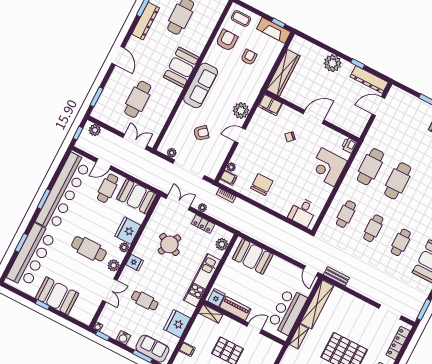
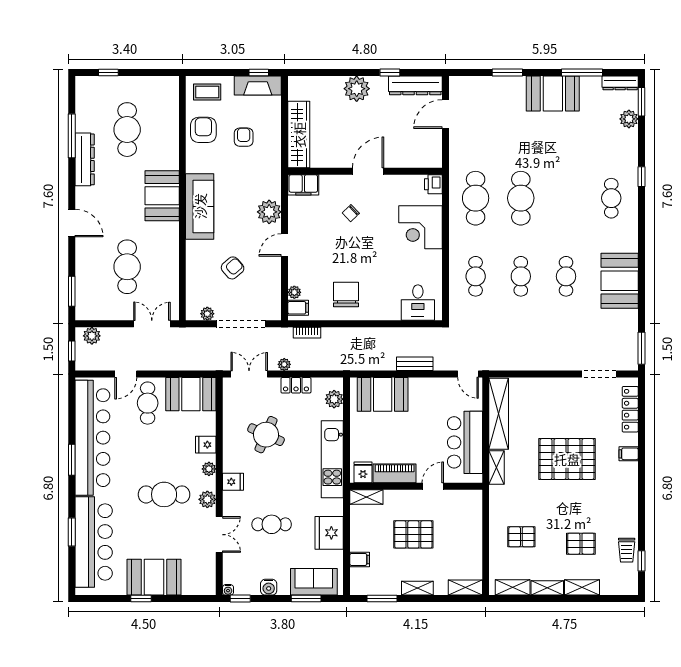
fridge: (128, 231) -> (206, 445), width x0.53, depth x0.75
bench: (336, 276) -> (415, 364), moved

